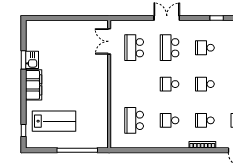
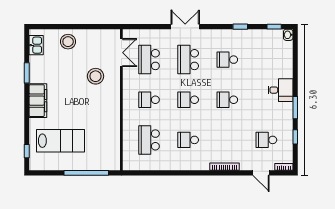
stool: (61, 31) -> (68, 42), added
double door: (109, 41) -> (121, 53), swing flipped
kitchen sink: (32, 60) -> (36, 45), moved
stool: (86, 63) -> (96, 76), added
school desk: (205, 120) -> (149, 100), moved

